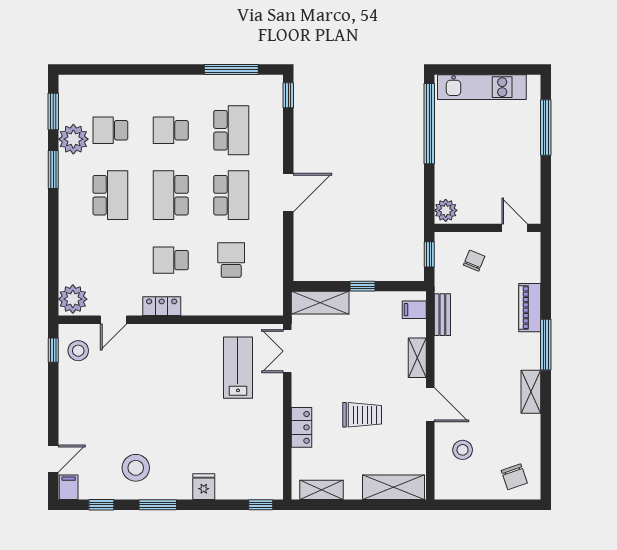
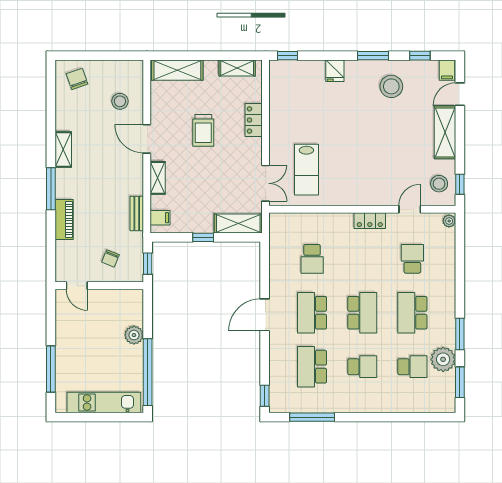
plant: (446, 210) -> (134, 335), moved
school desk: (171, 260) -> (412, 259), moved, turned -90
plant: (73, 299) -> (449, 221), width x0.53, depth x0.53
shelving: (71, 412) -> (445, 132), added
trolley: (362, 415) -> (203, 130), turned -90

